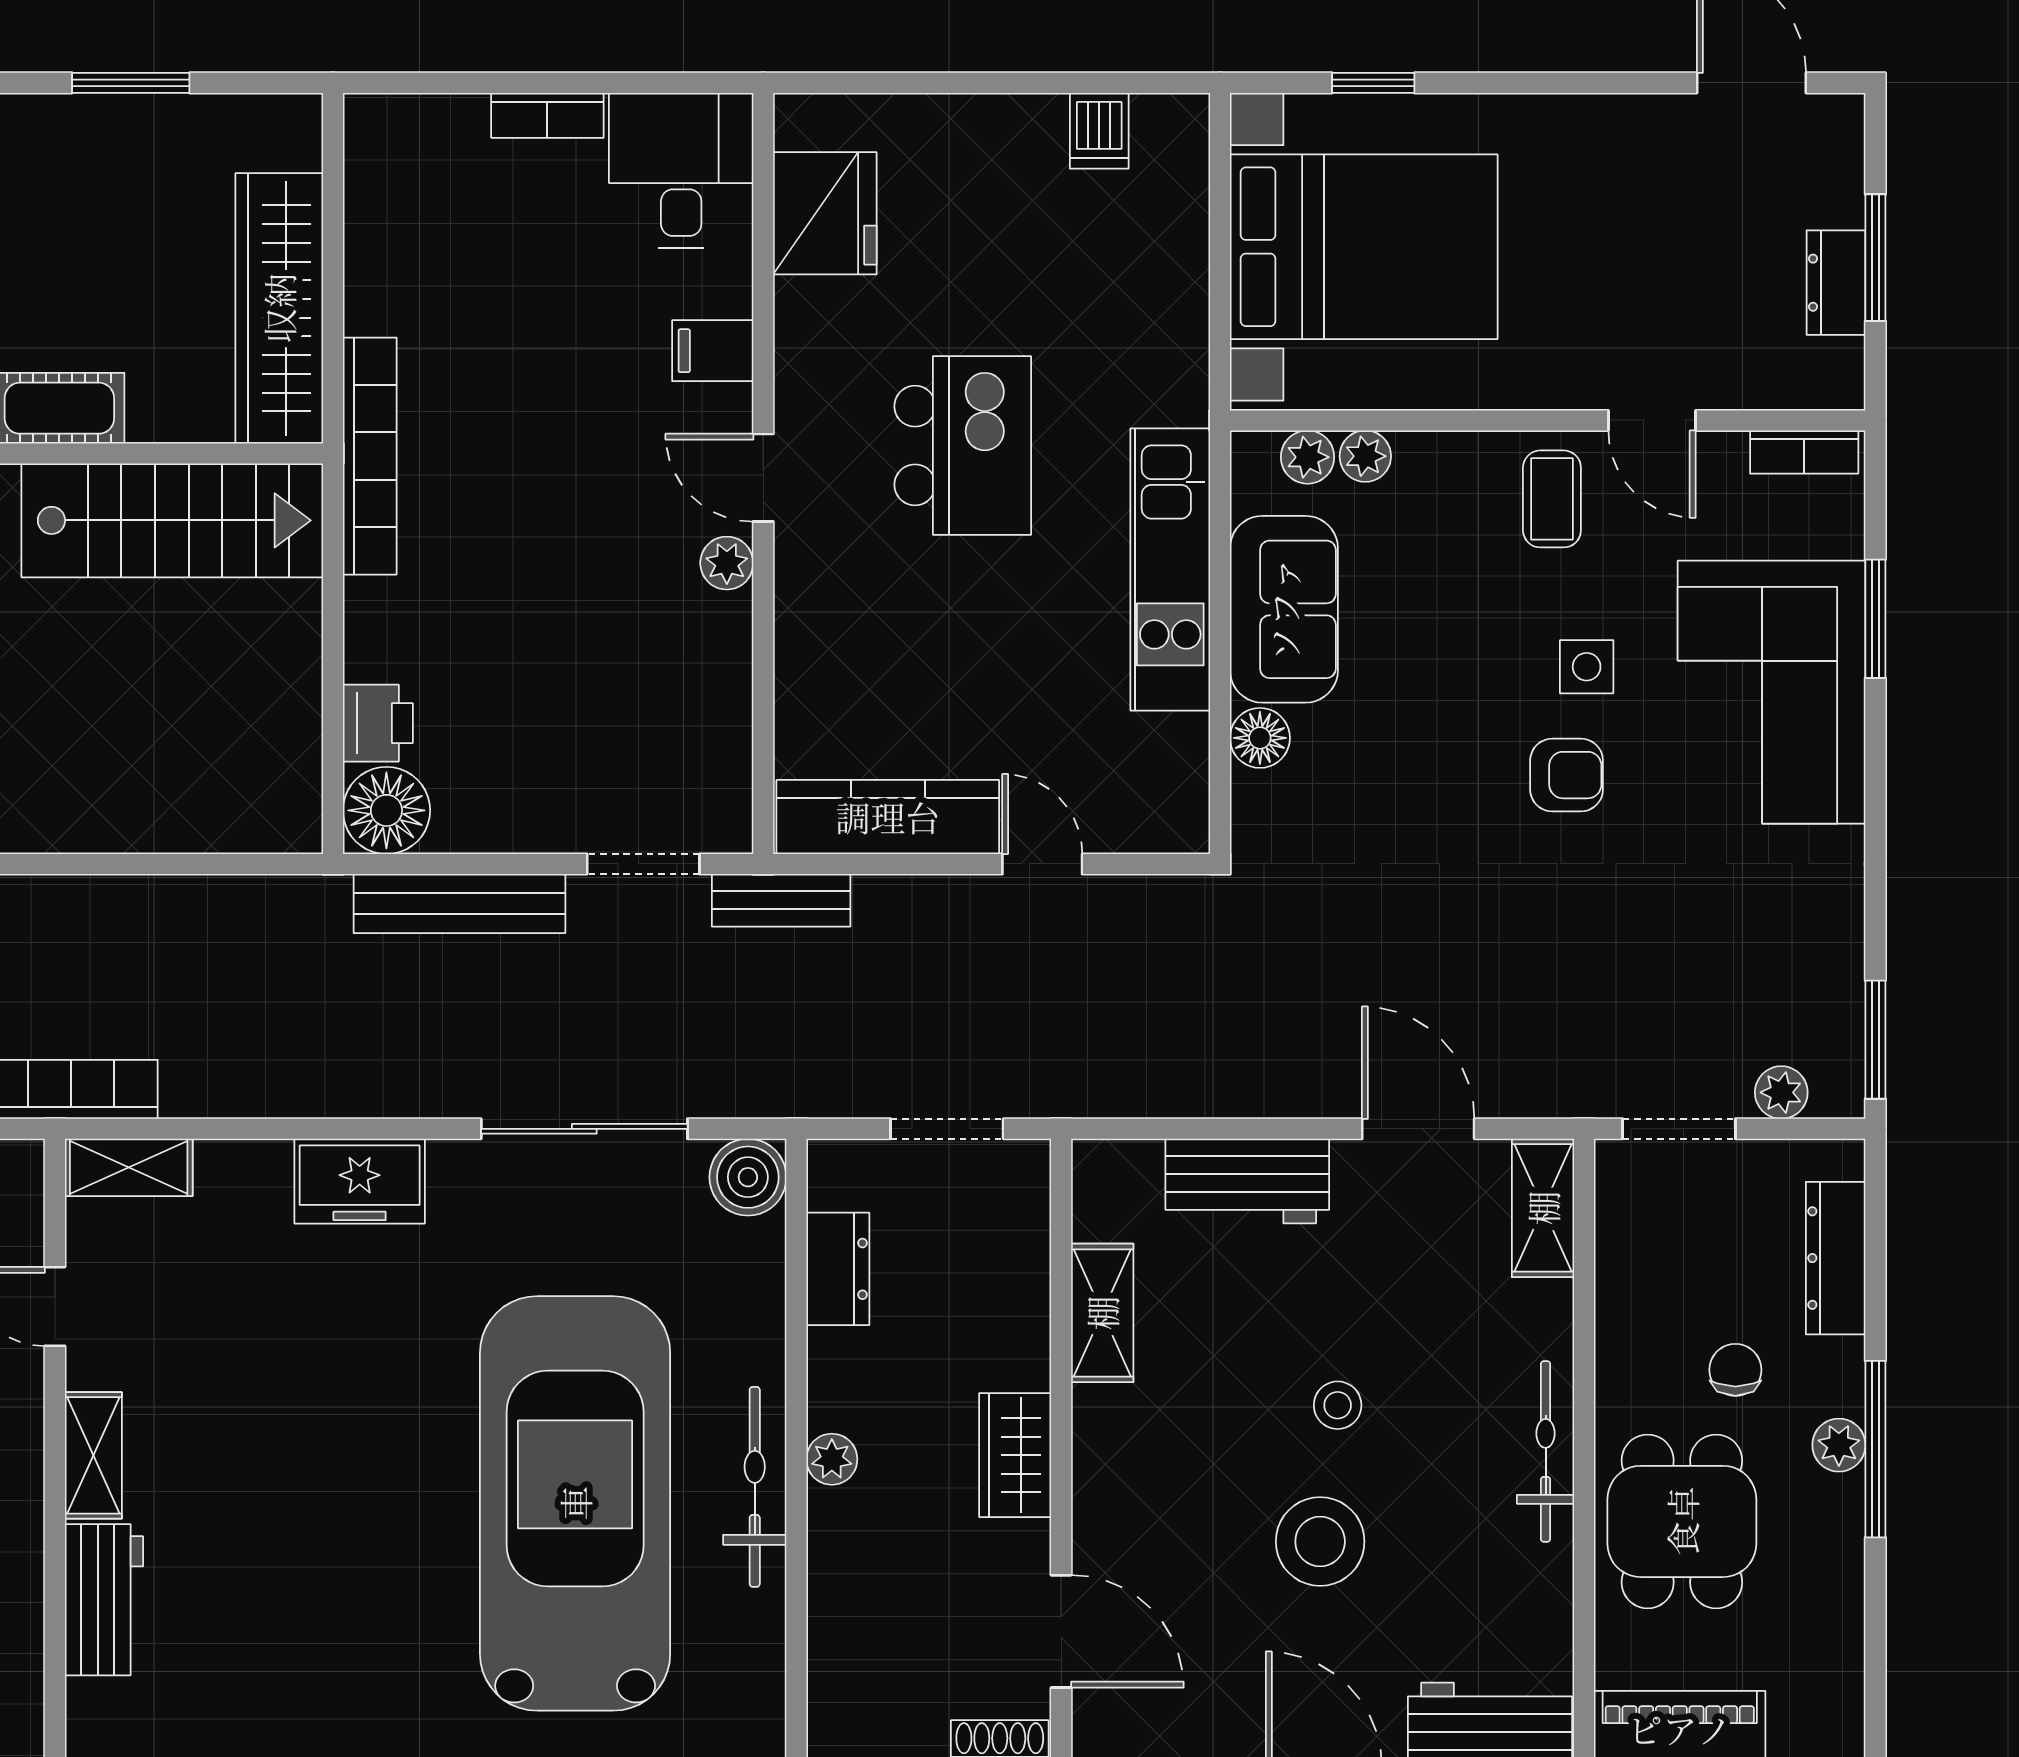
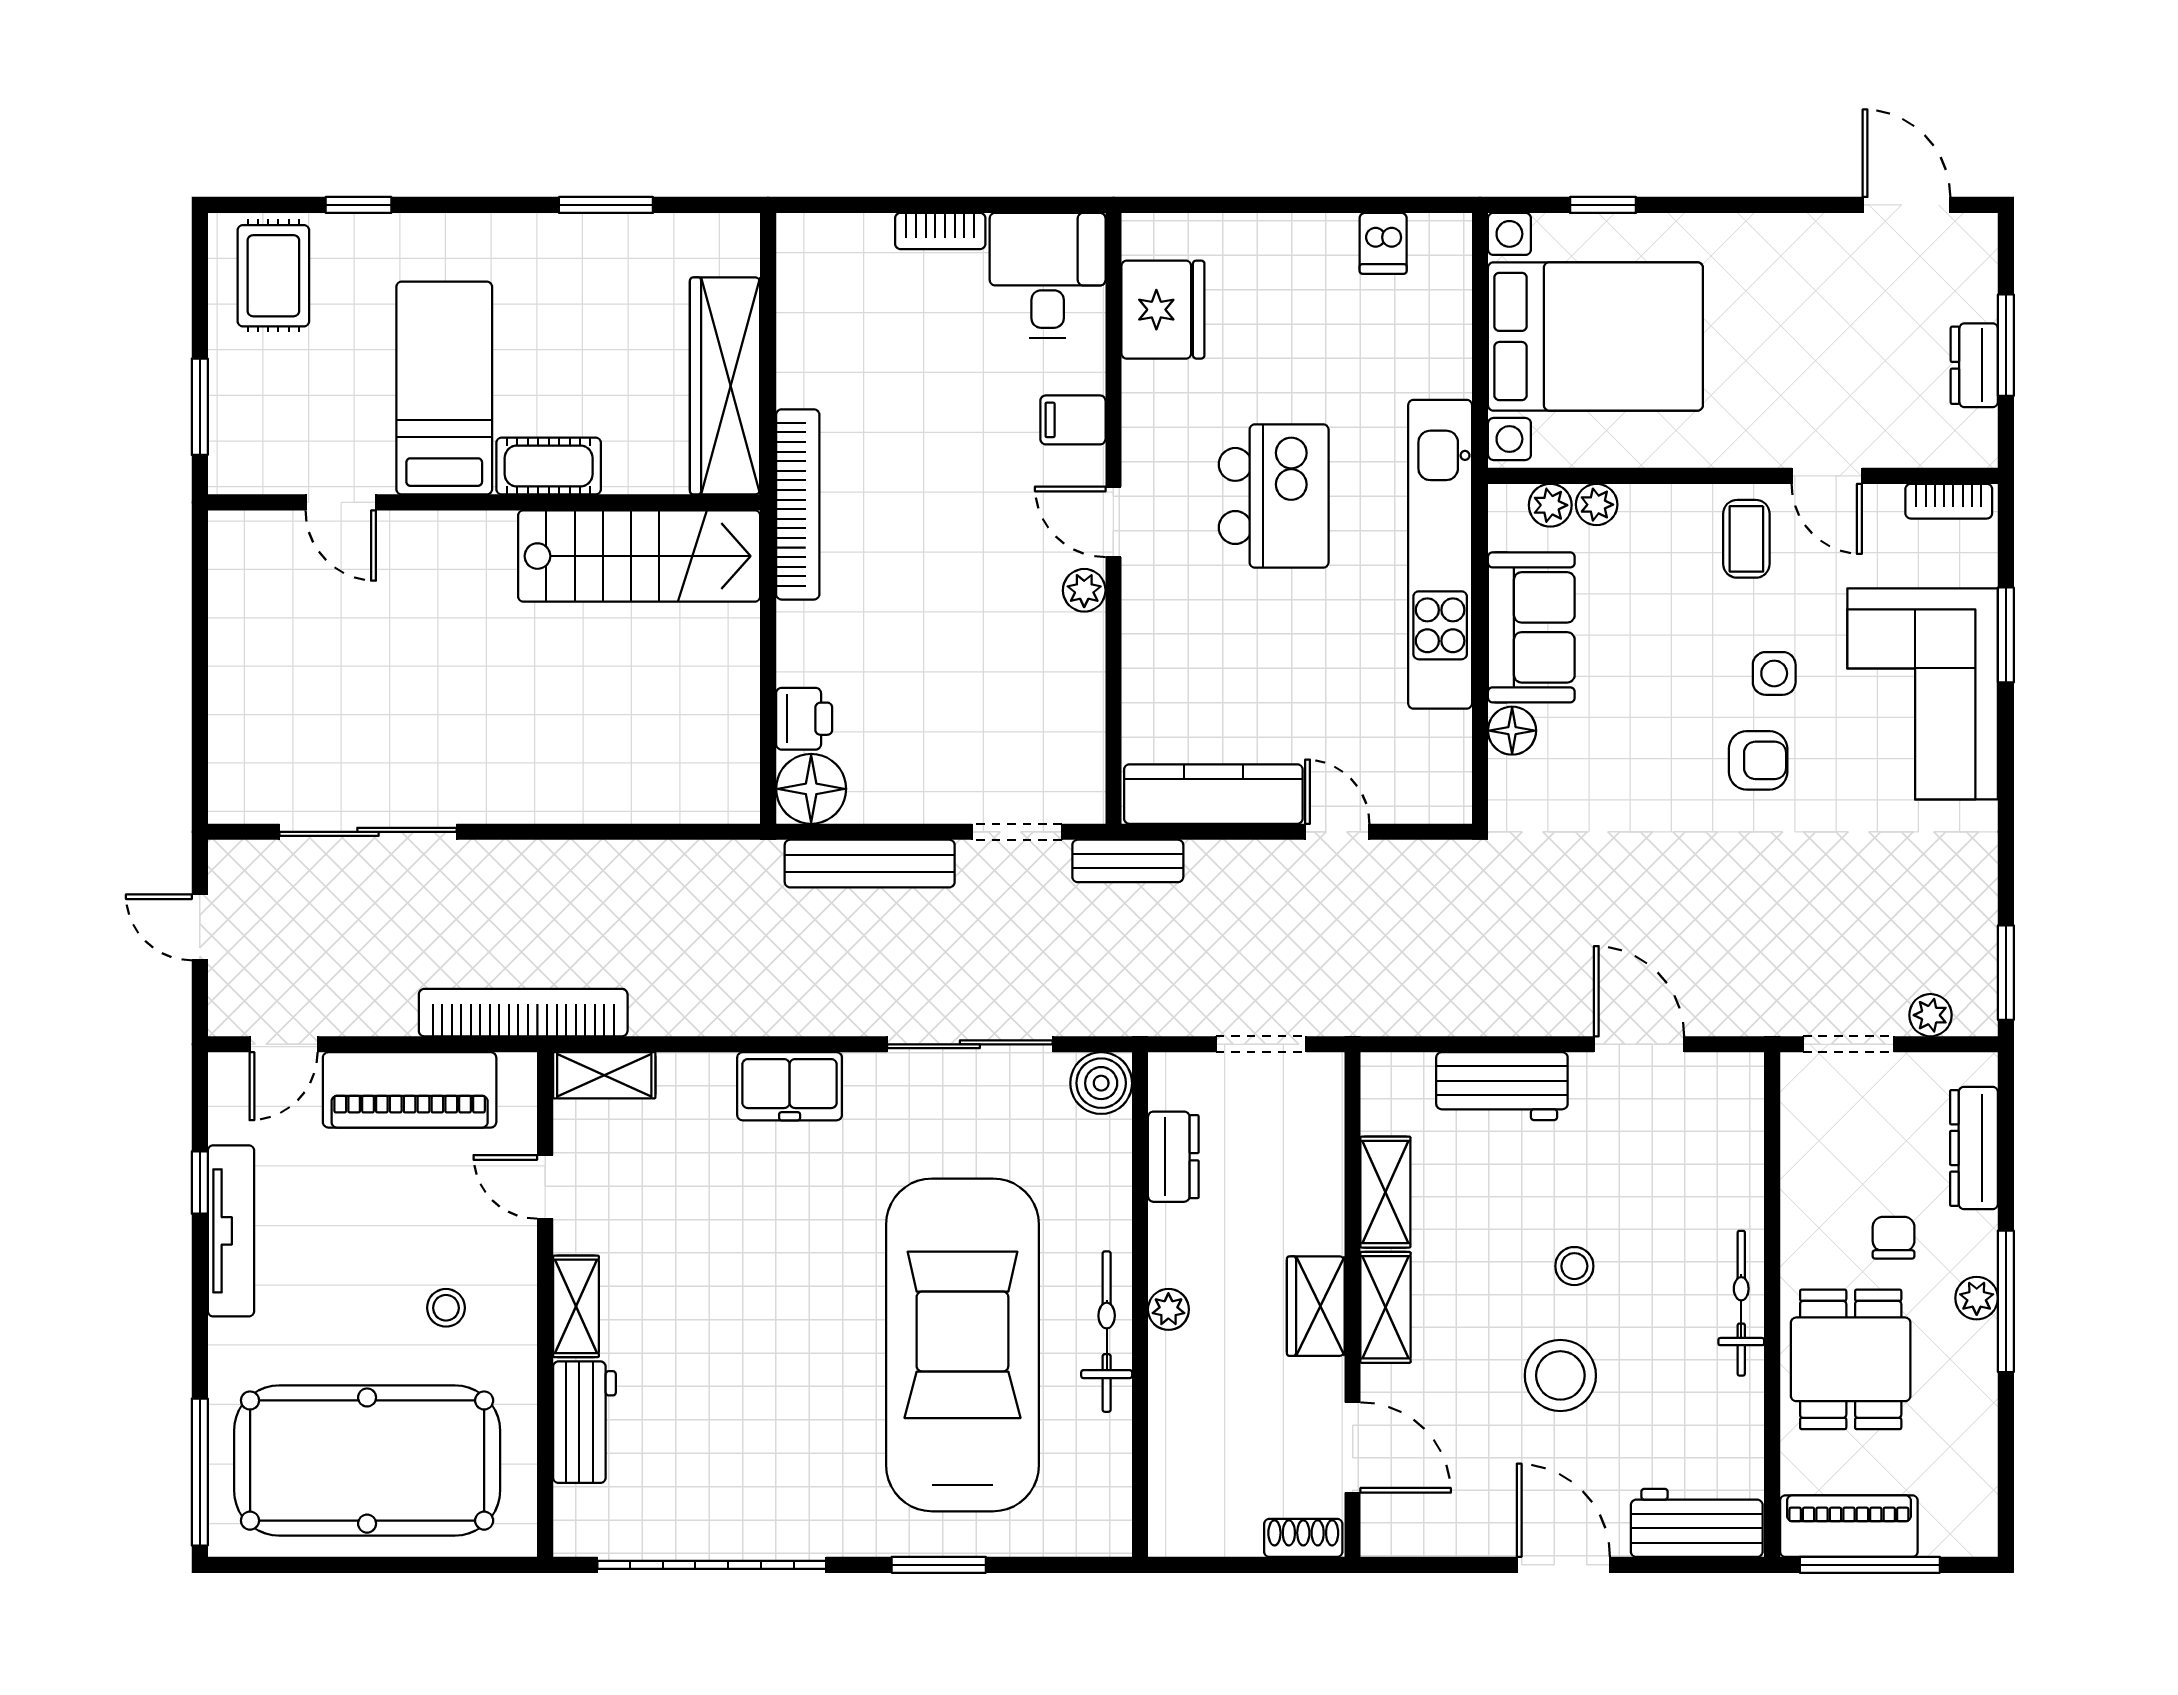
kitchen unit: (1170, 569) -> (1440, 554), width x1.36
shelving: (1543, 1208) -> (1385, 1307), moved

